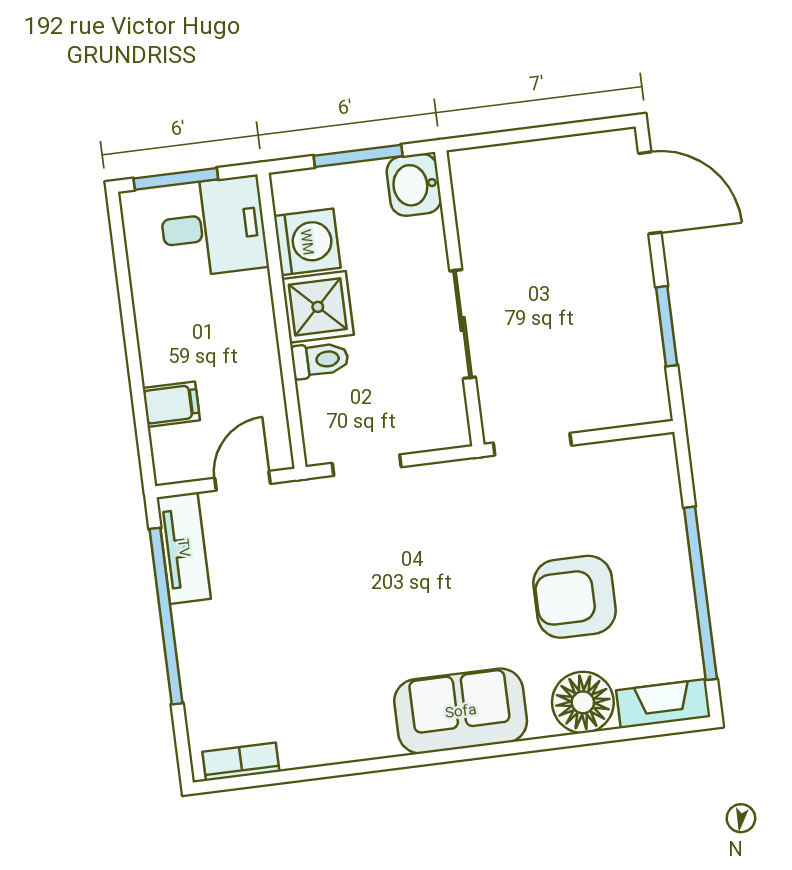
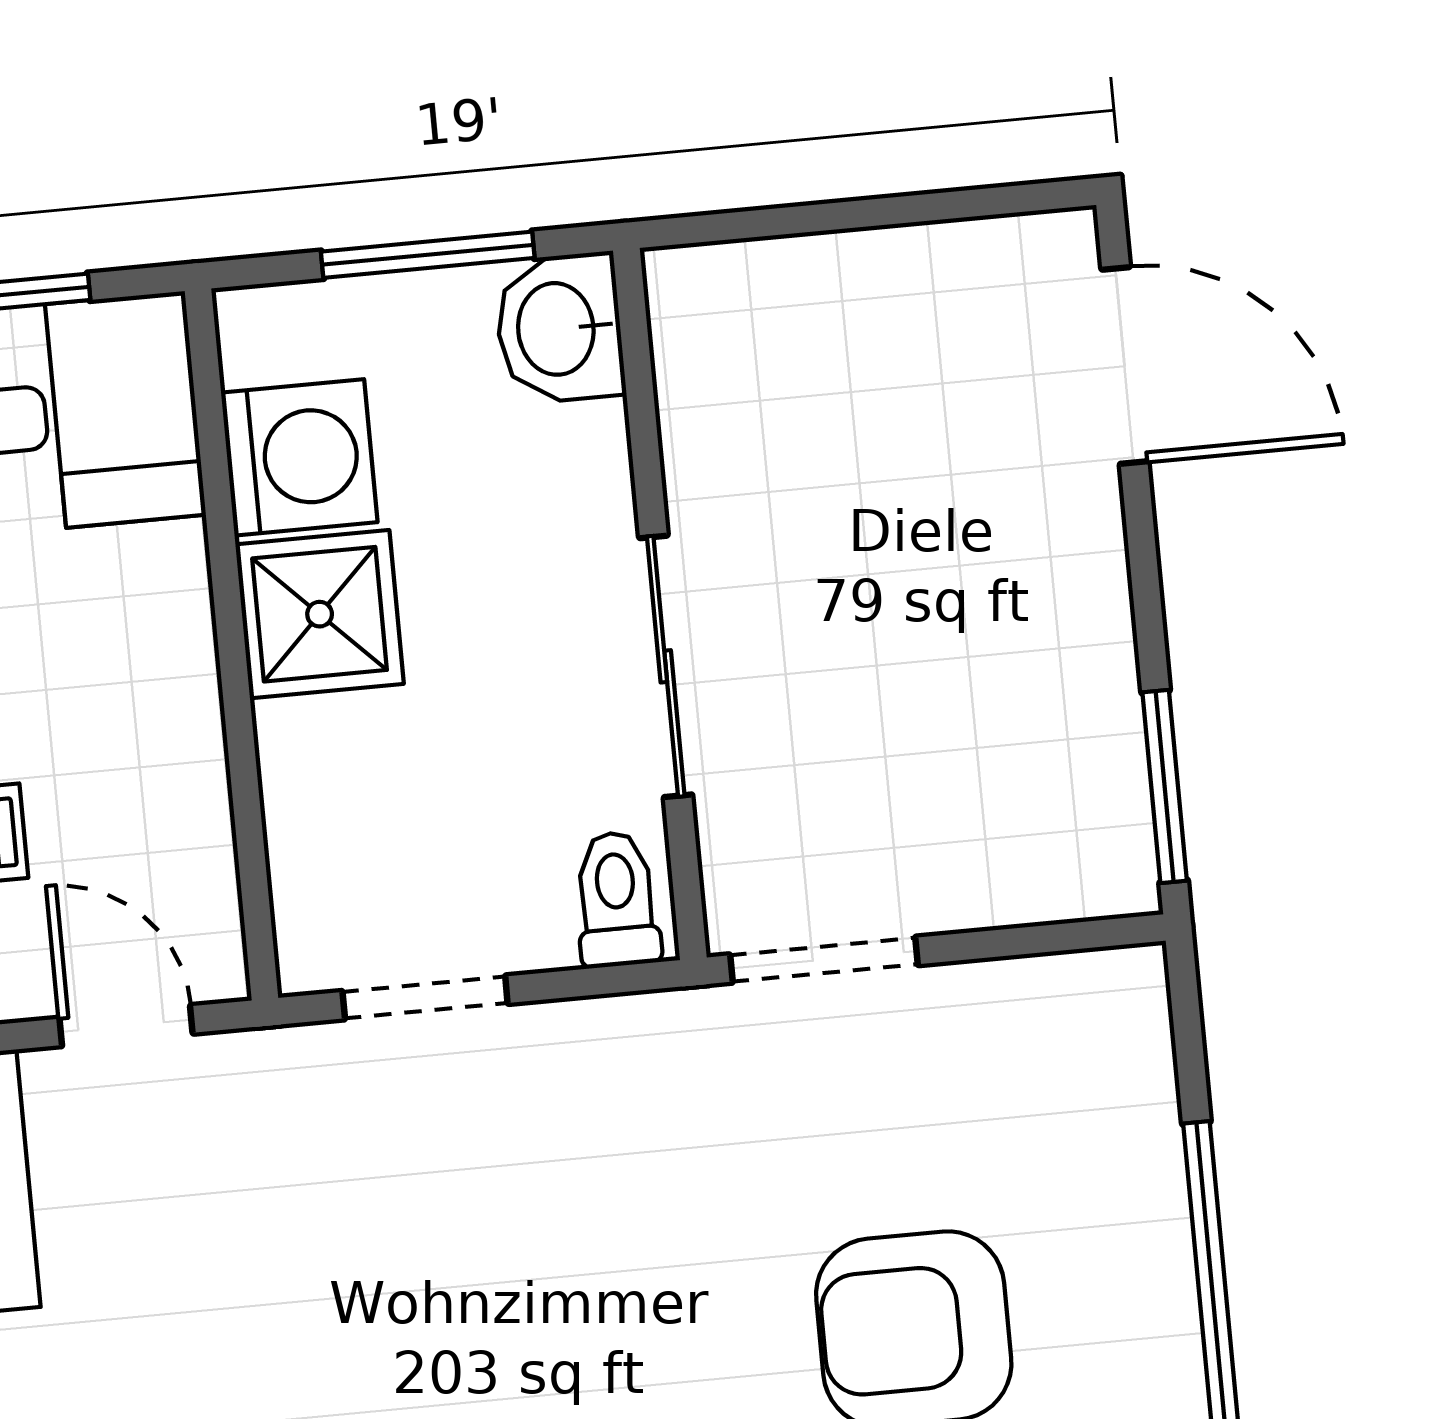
window: (667, 326) -> (1165, 786), moved
toilet: (320, 360) -> (617, 899), moved, turned -90
door: (243, 481) -> (126, 1026), hinge flipped

